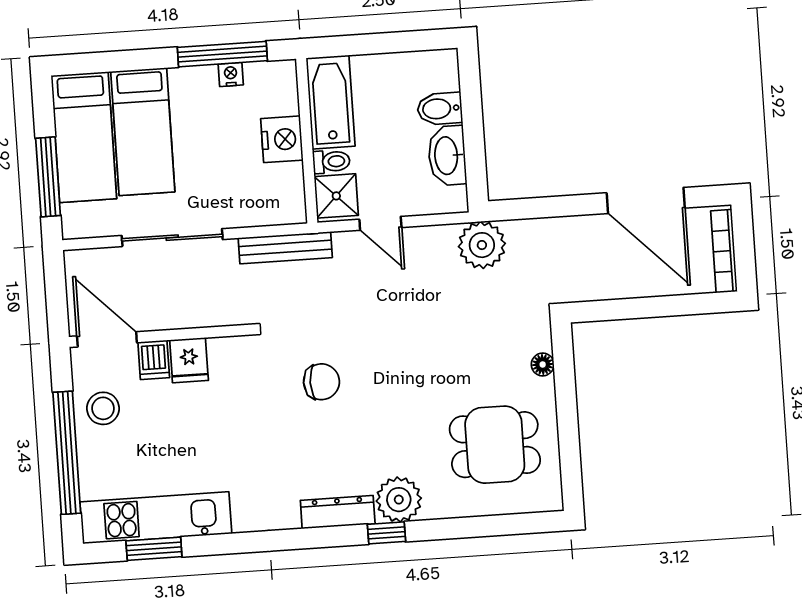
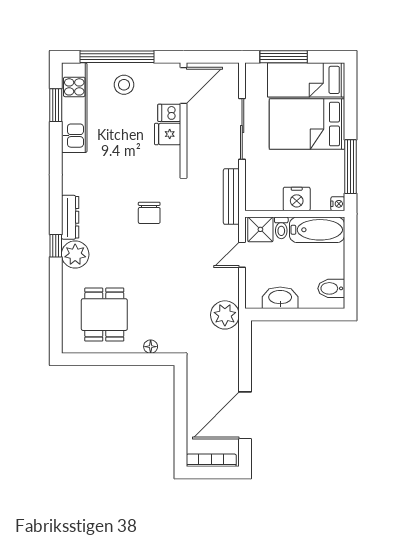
nightstand: (231, 75) -> (338, 204), moved
bidet: (440, 109) -> (331, 288), moved, turned -90
bed: (143, 132) -> (307, 124), width x1.50
stool: (103, 408) -> (124, 85), moved

